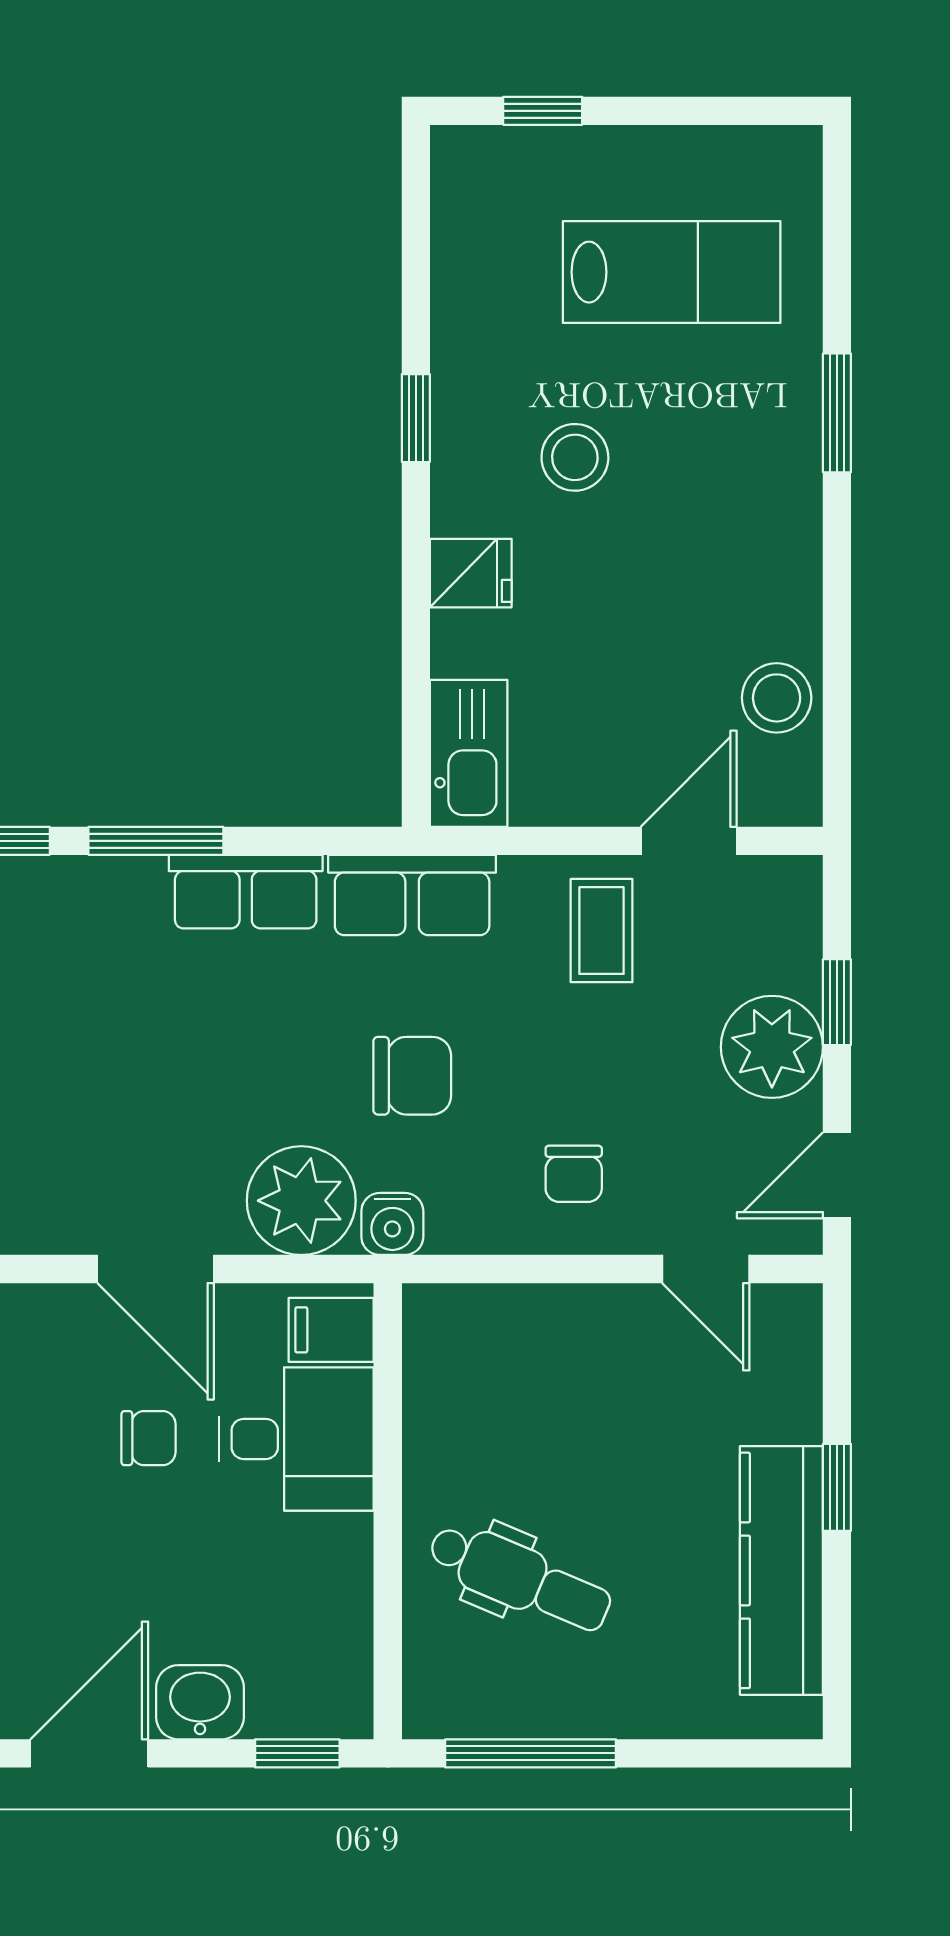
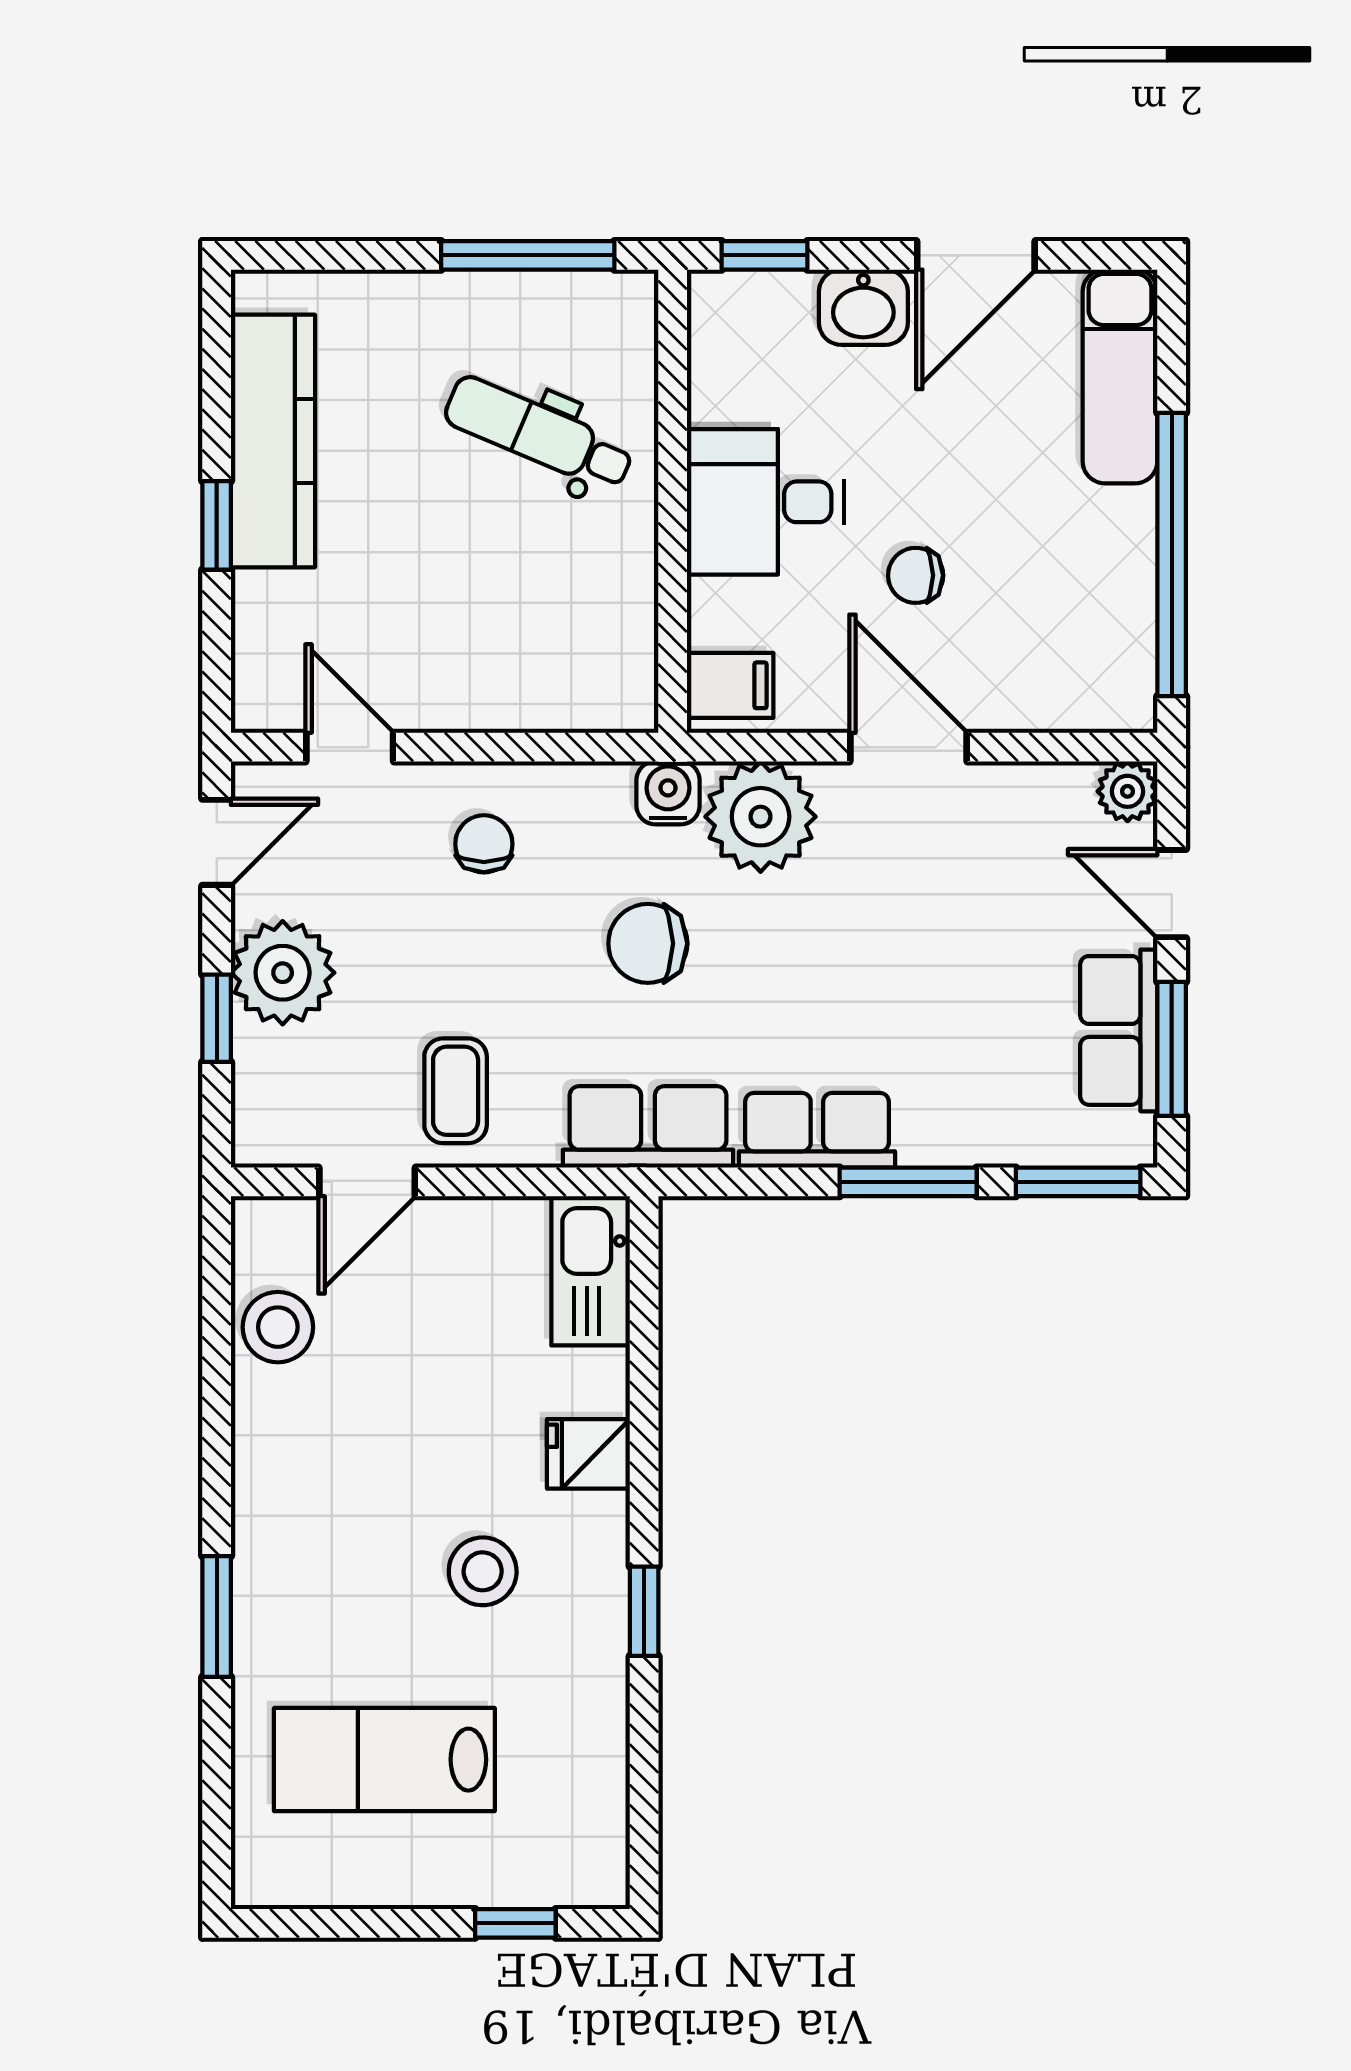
desk: (296, 1439) -> (765, 502), moved

